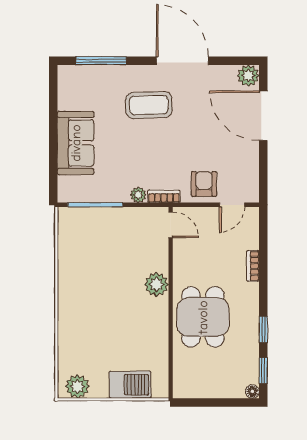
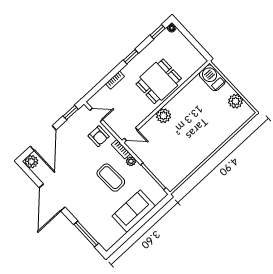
coffee table: (149, 105) -> (111, 178), moved
window: (263, 177) -> (71, 113), added
armchair: (204, 184) -> (99, 136), turned -90
door: (171, 225) -> (131, 134), swing flipped
window: (263, 329) -> (131, 57), moved
barbecue: (130, 385) -> (212, 78), moved
plant: (77, 386) -> (235, 101), moved

